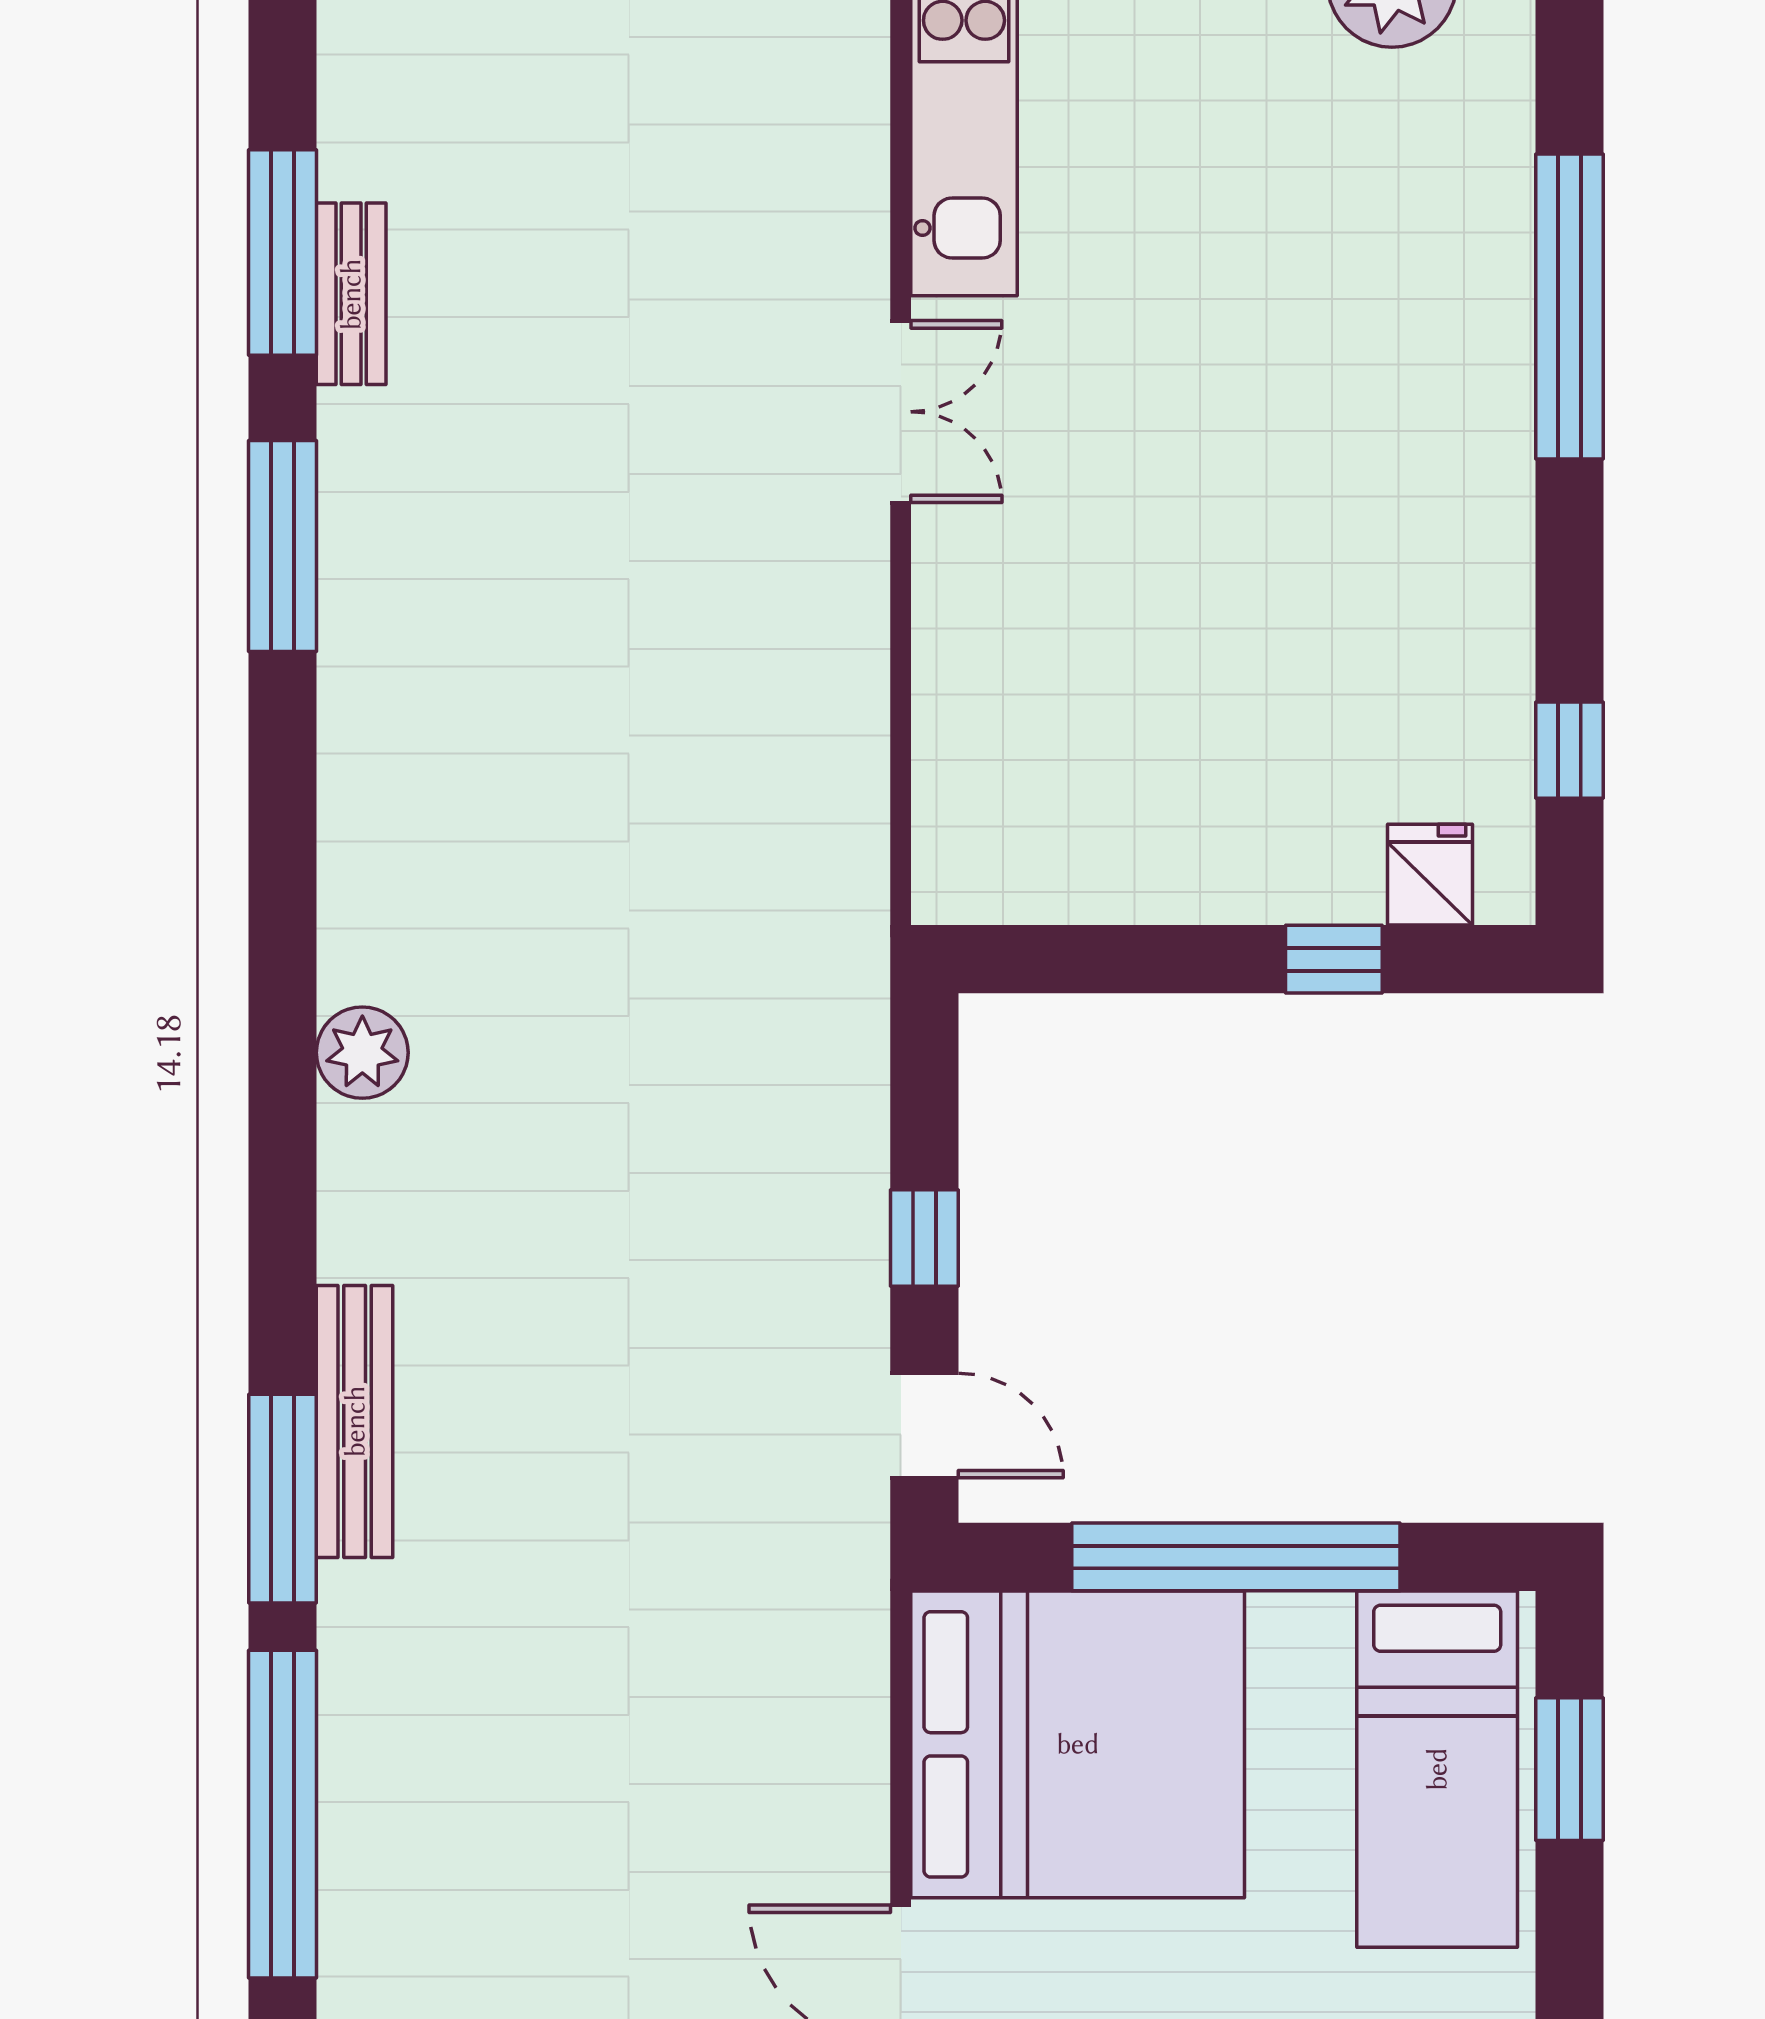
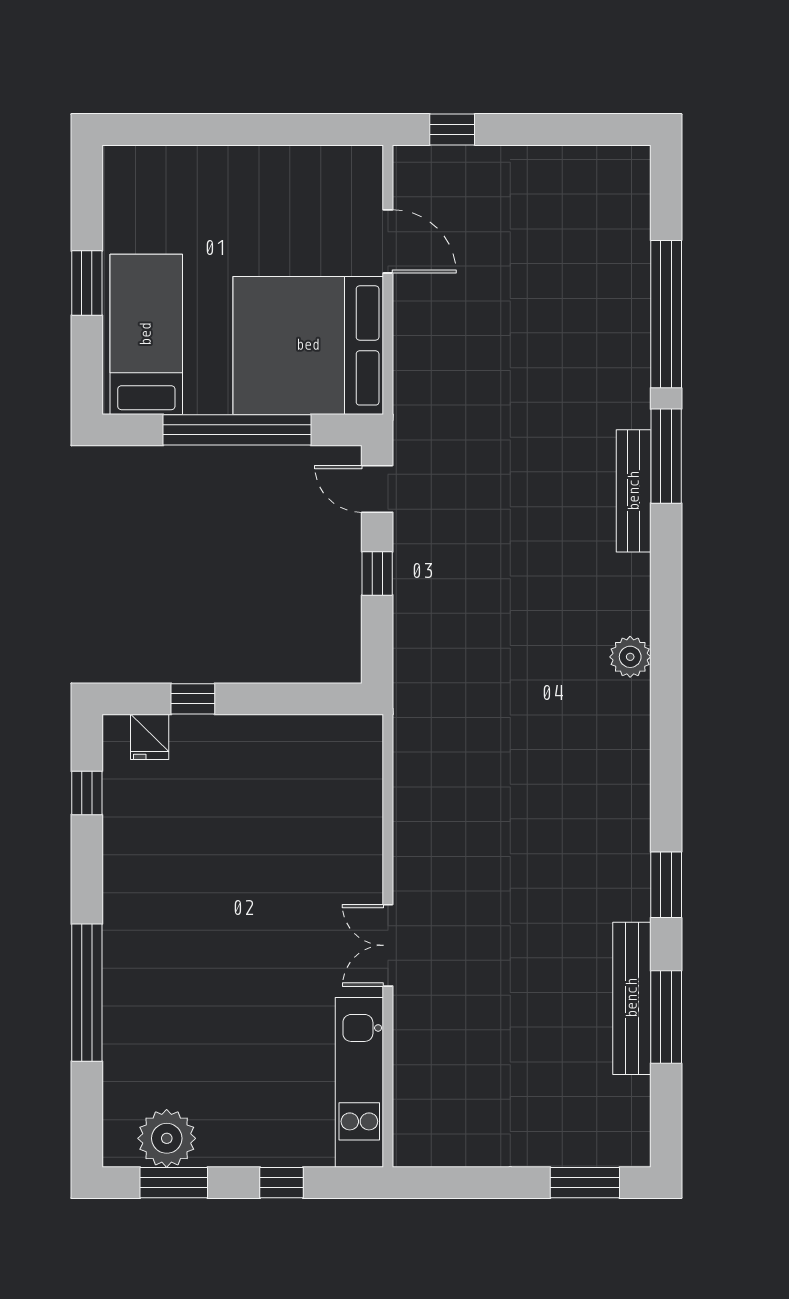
bench: (351, 294) -> (632, 998), width x1.86, depth x1.21
window: (283, 546) -> (666, 885), width x0.69
window: (1570, 1769) -> (87, 283), moved

